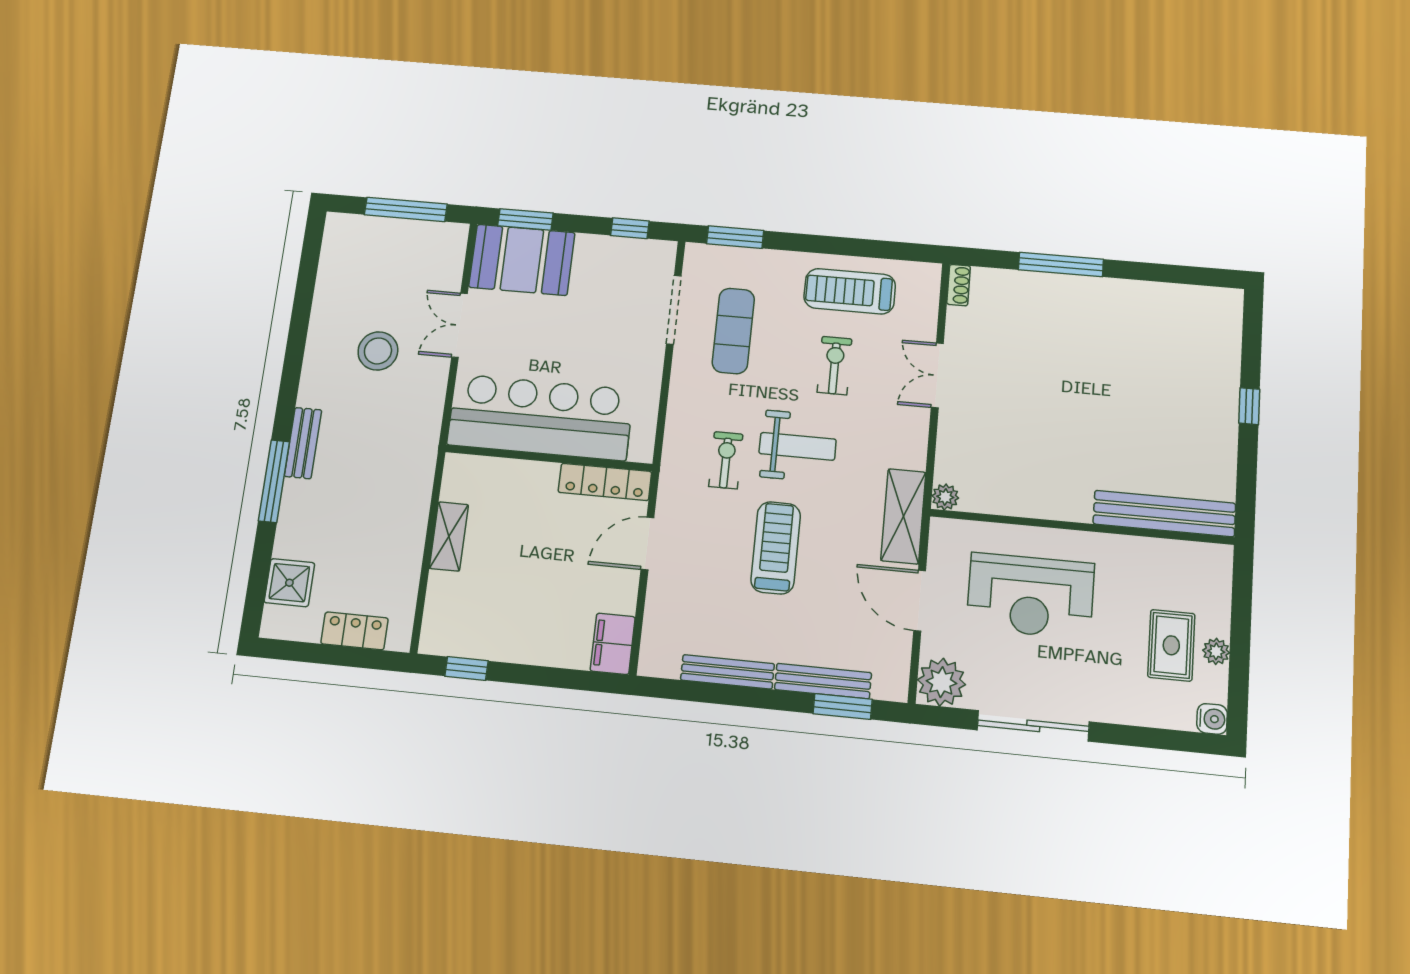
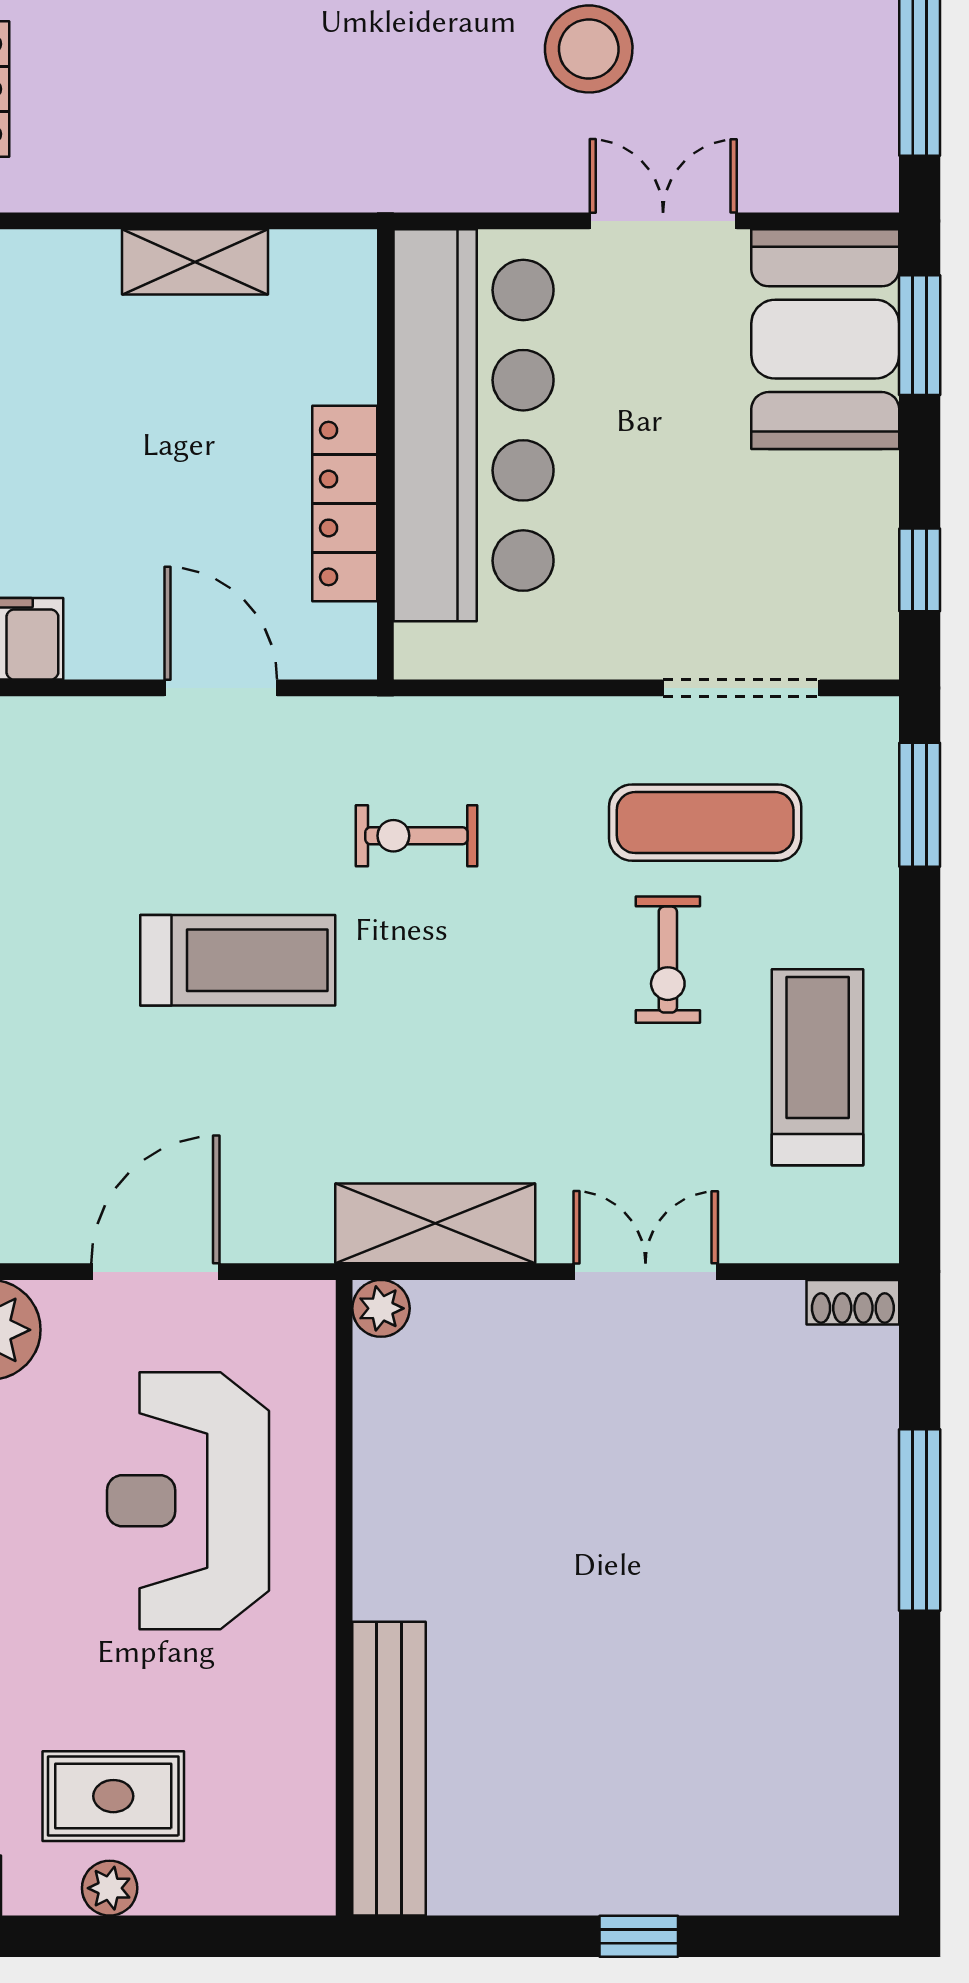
exercise bike: (834, 366) -> (668, 960), moved, turned 90
weight bench: (798, 446) -> (461, 986), removed
exercise bike: (726, 460) -> (416, 836), turned 180
locker: (605, 482) -> (345, 503), moved
shelving: (903, 516) -> (435, 1223), moved

